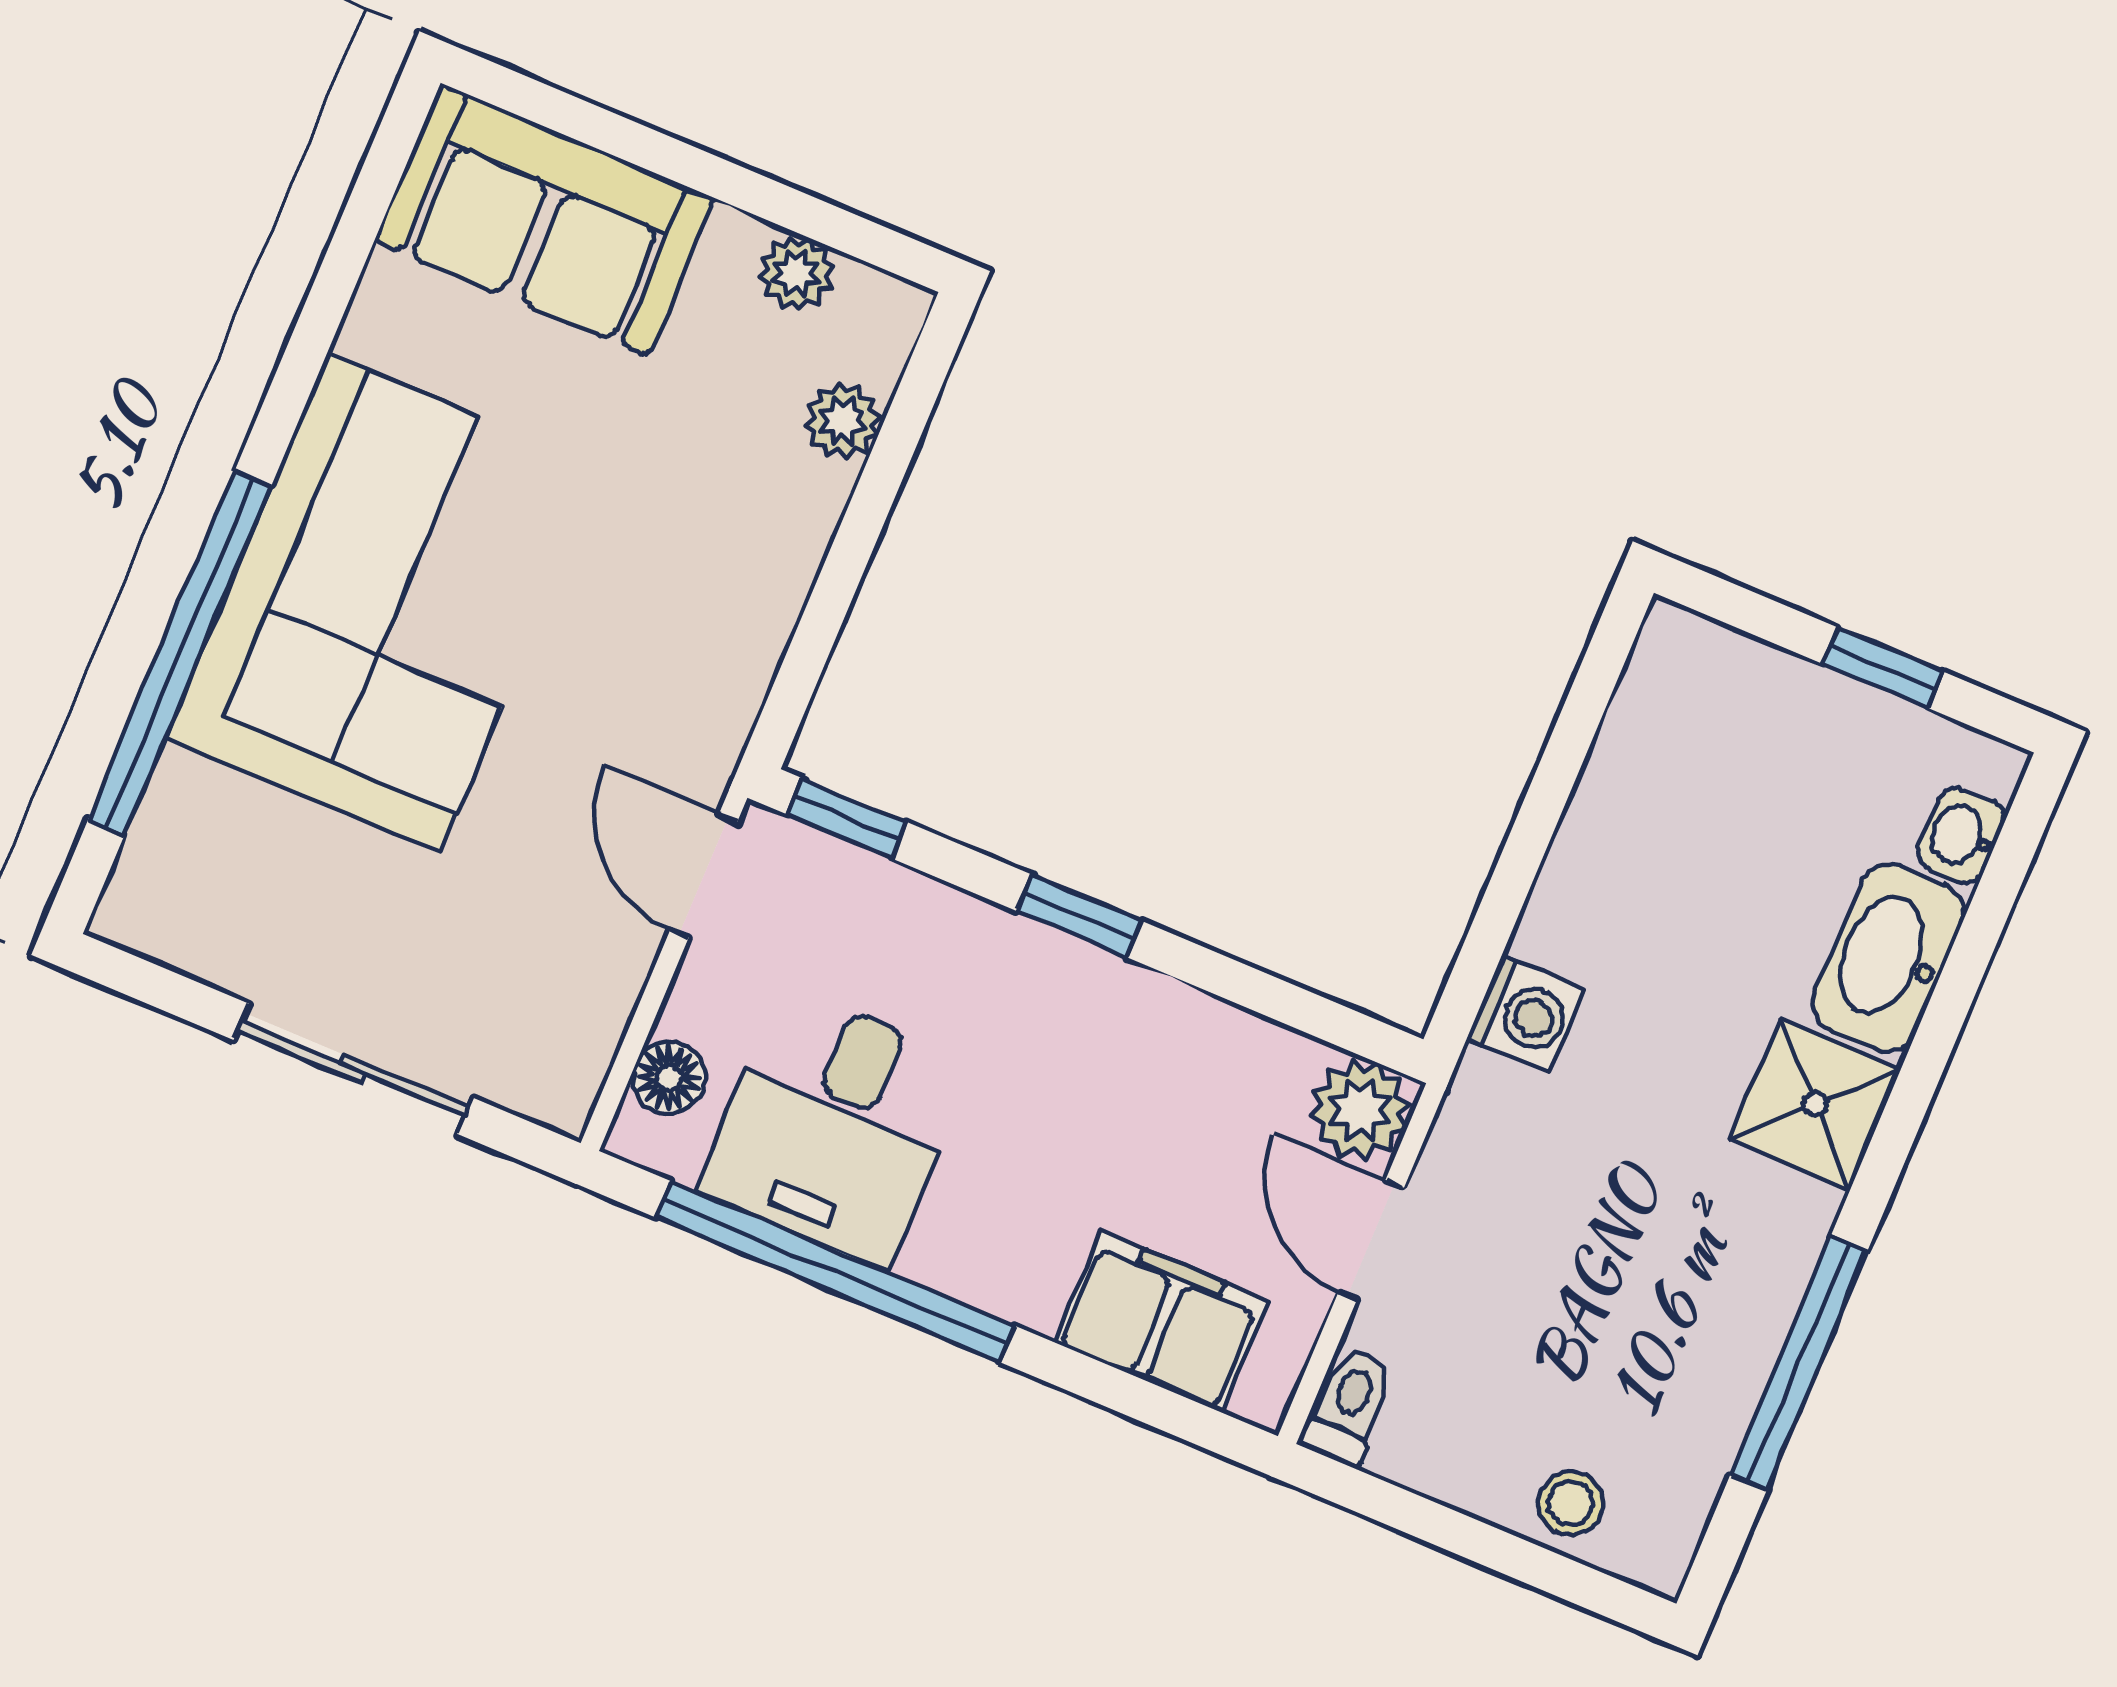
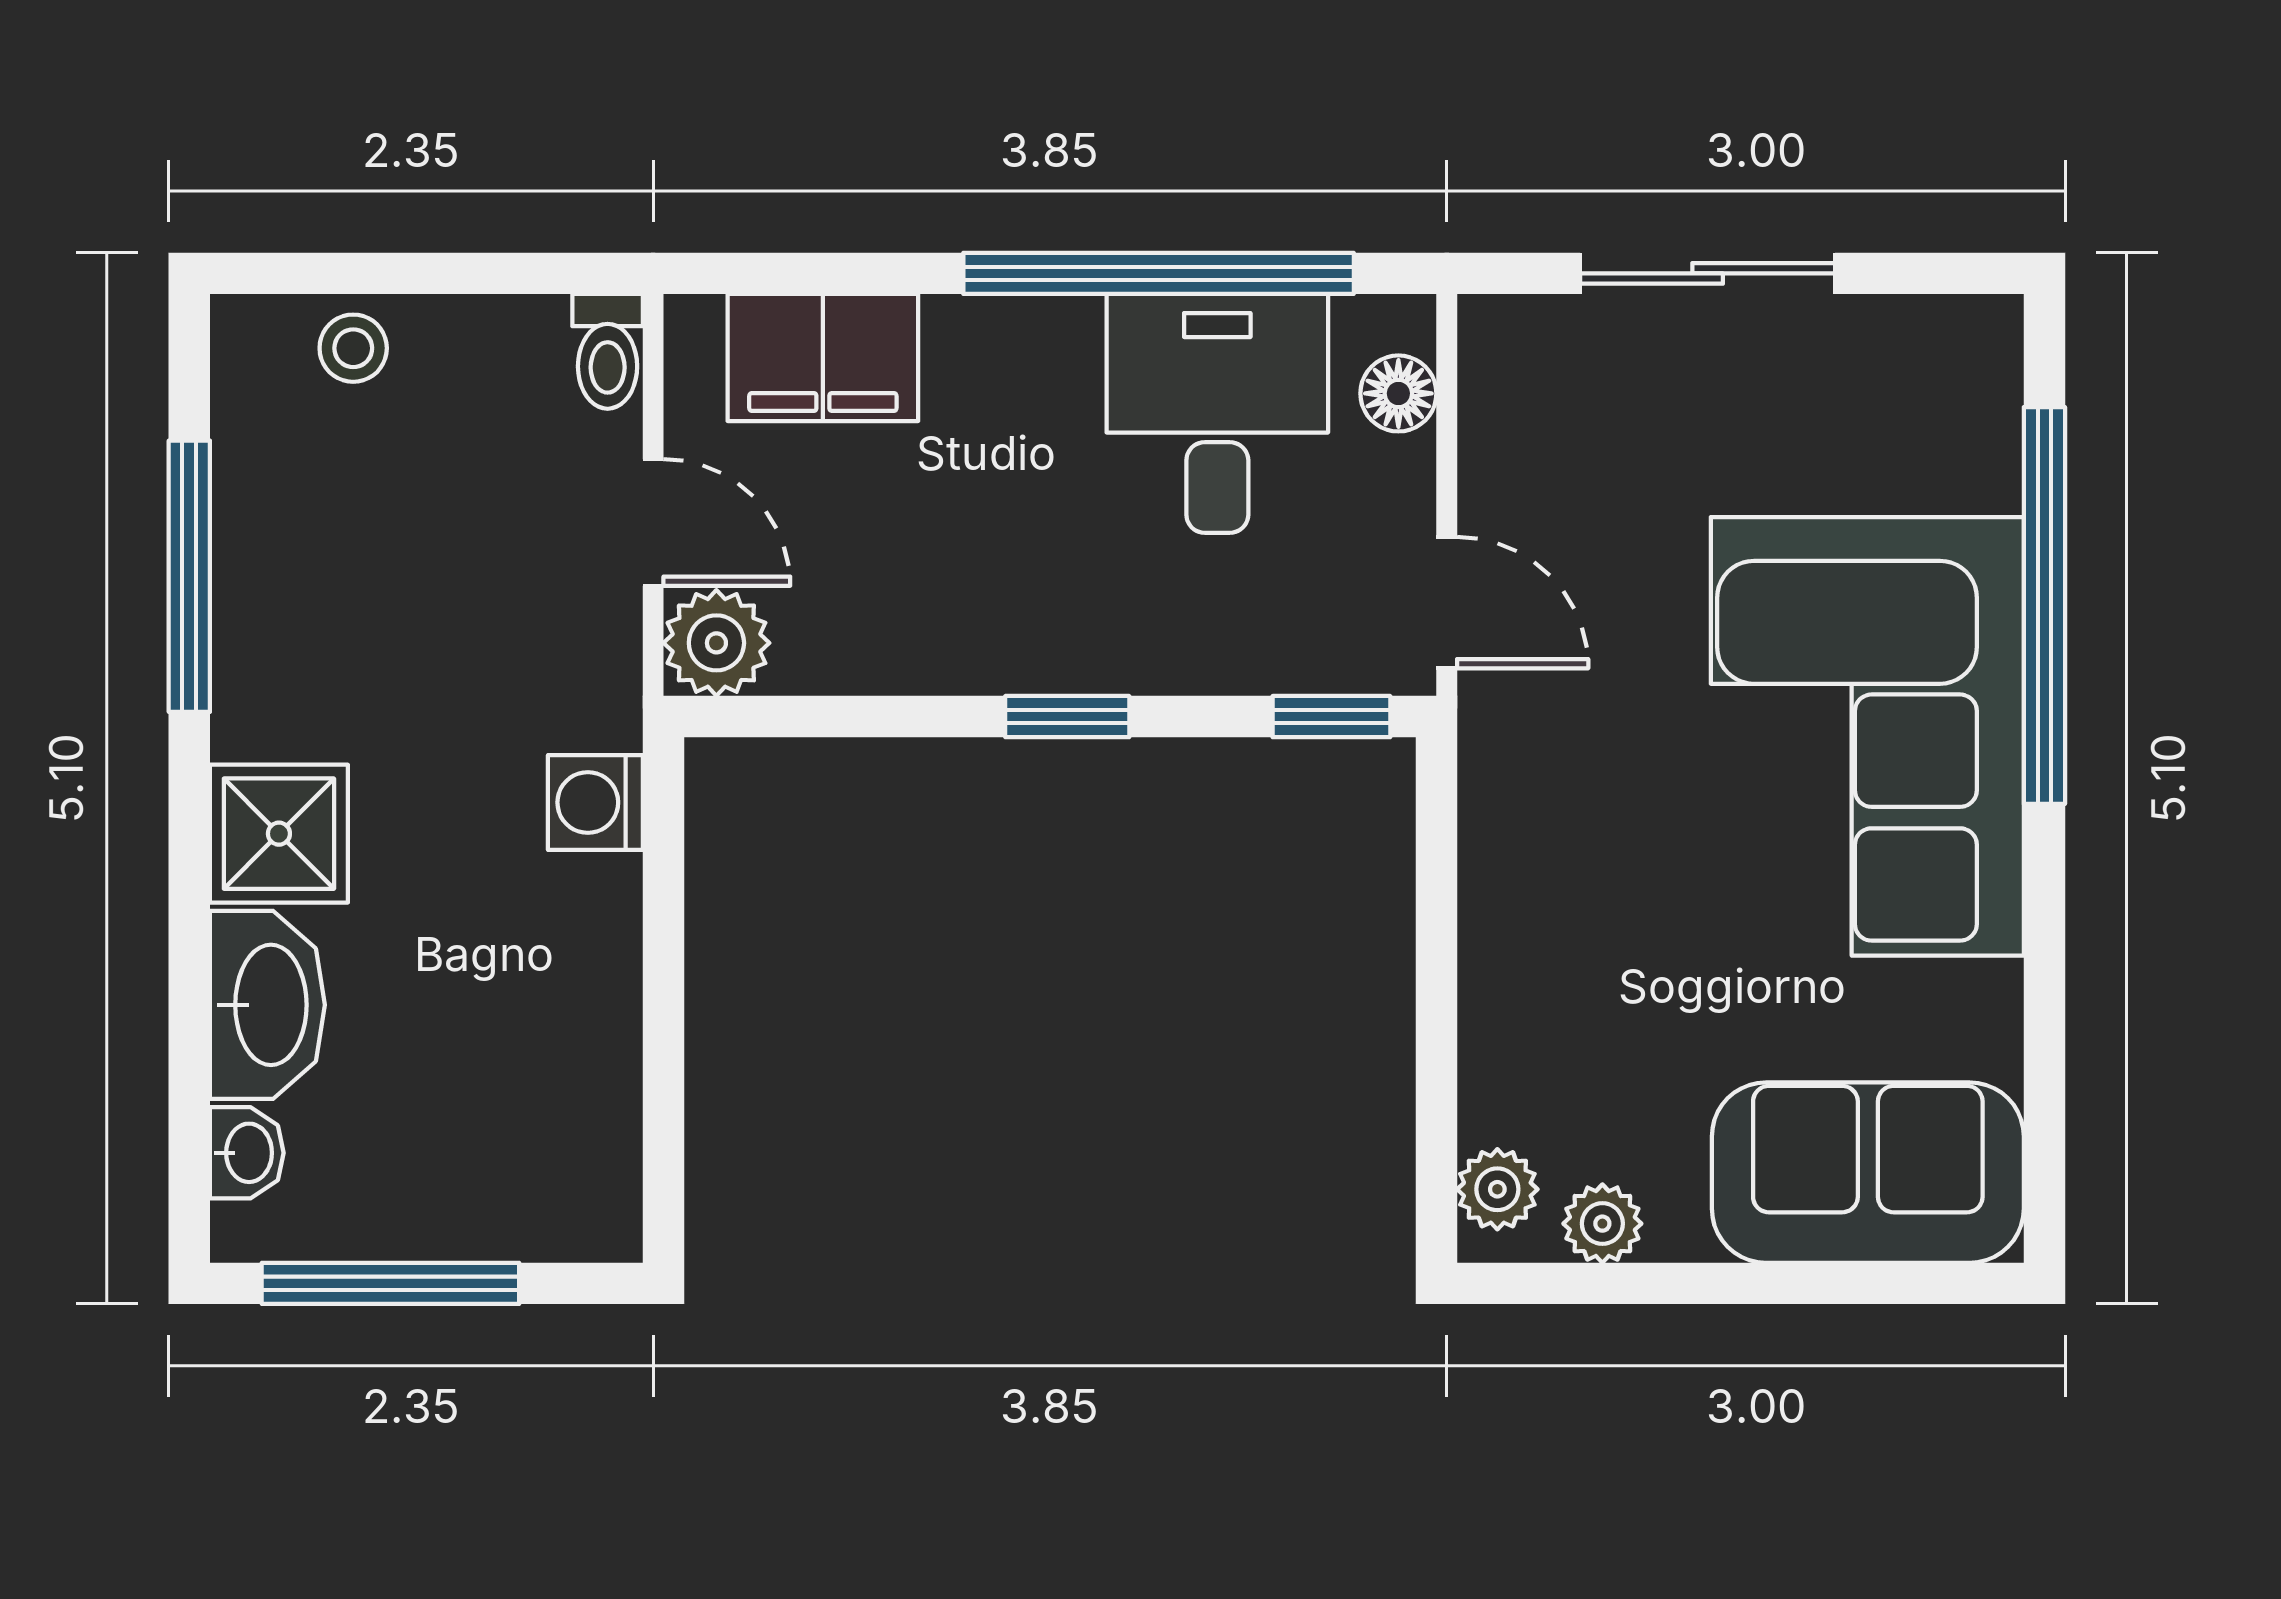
plant: (843, 421) -> (1497, 1189), moved
window: (1883, 668) -> (390, 1283), width x2.17

